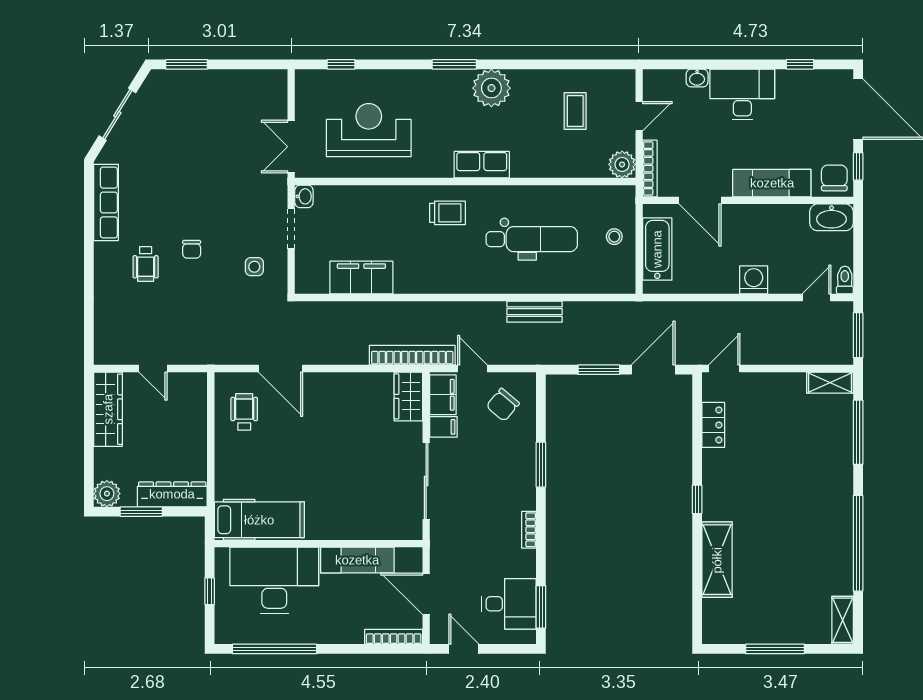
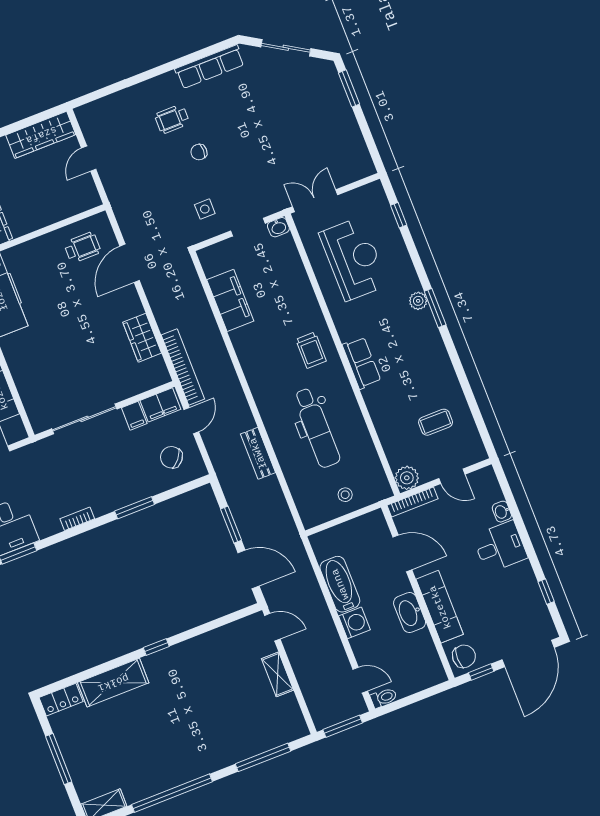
plant: (491, 88) -> (418, 301), moved, width x0.53, depth x0.53
desk: (742, 95) -> (500, 547), width x0.73
door: (700, 200) -> (402, 553), swing flipped
washbasin: (831, 217) -> (410, 613), moved
bathtub: (657, 249) -> (340, 584), moved, turned -90
shelving: (830, 383) -> (278, 674), moved
wardrobe: (408, 396) -> (142, 338), moved, turned -90
locker: (713, 425) -> (61, 700), moved

